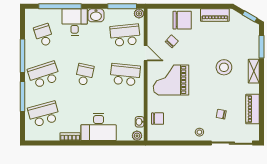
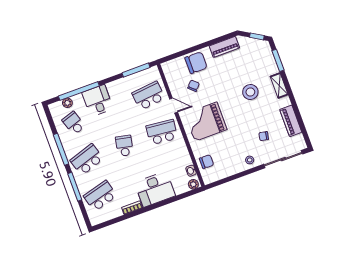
plant: (139, 13) -> (67, 103), moved
washbasin: (96, 15) -> (115, 87), removed

